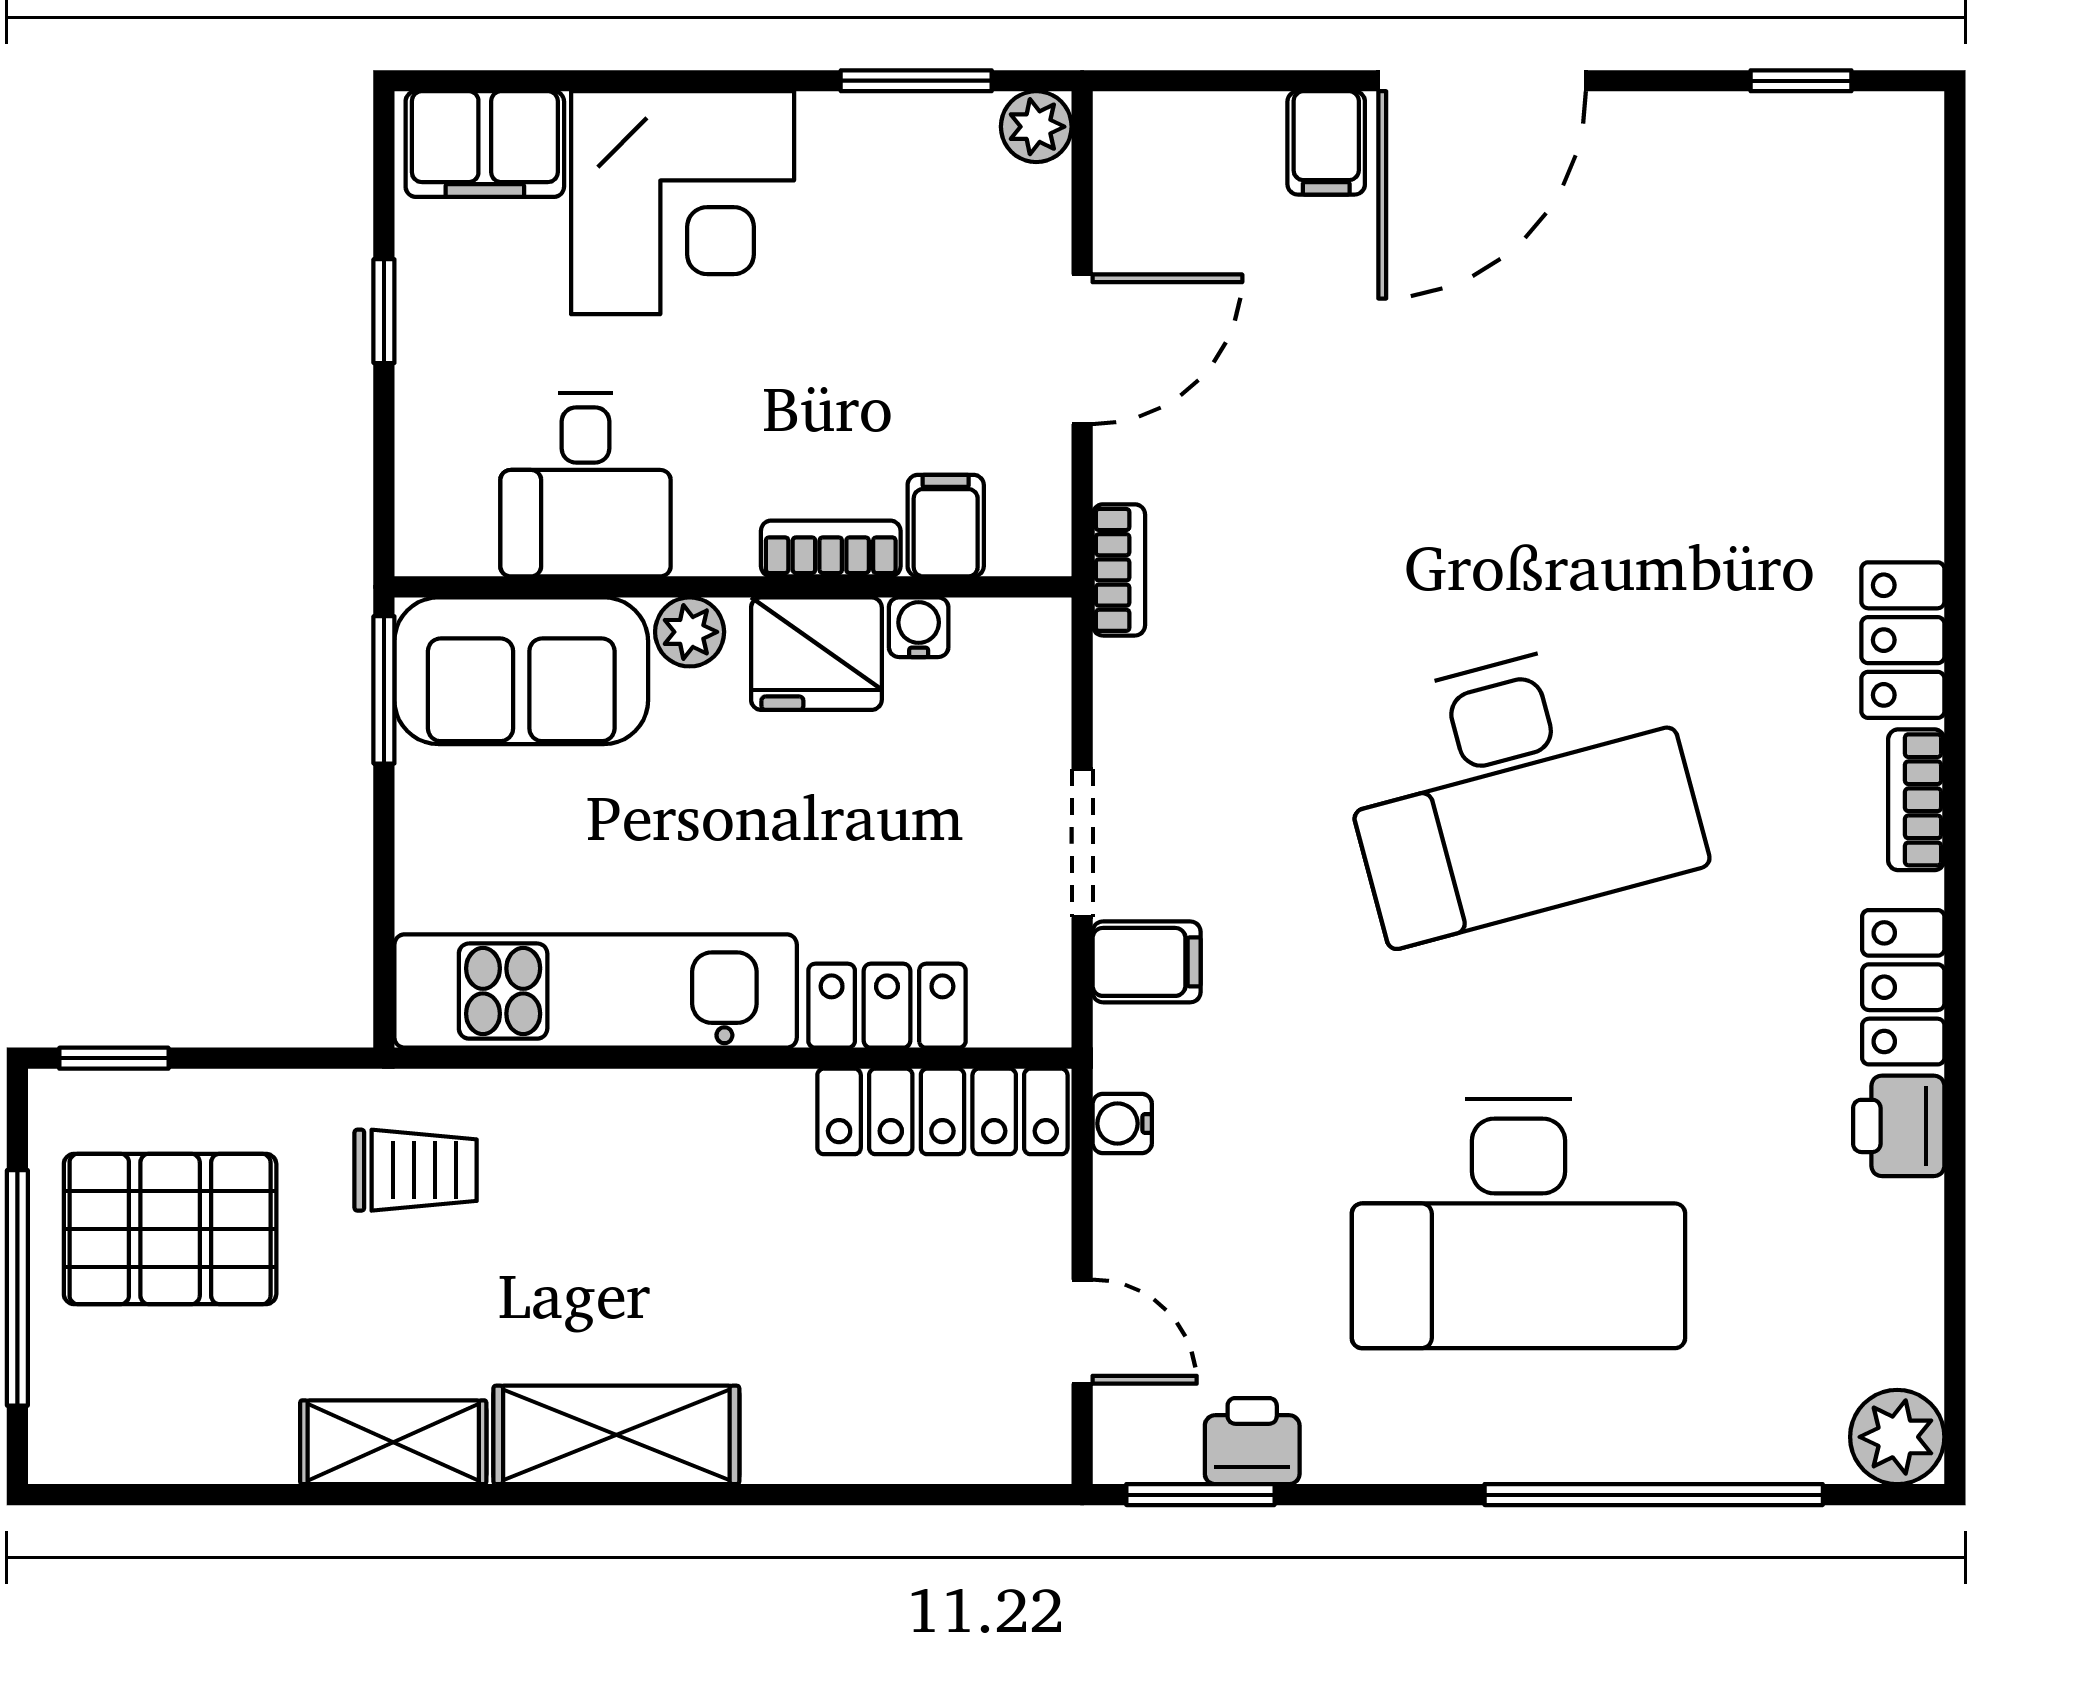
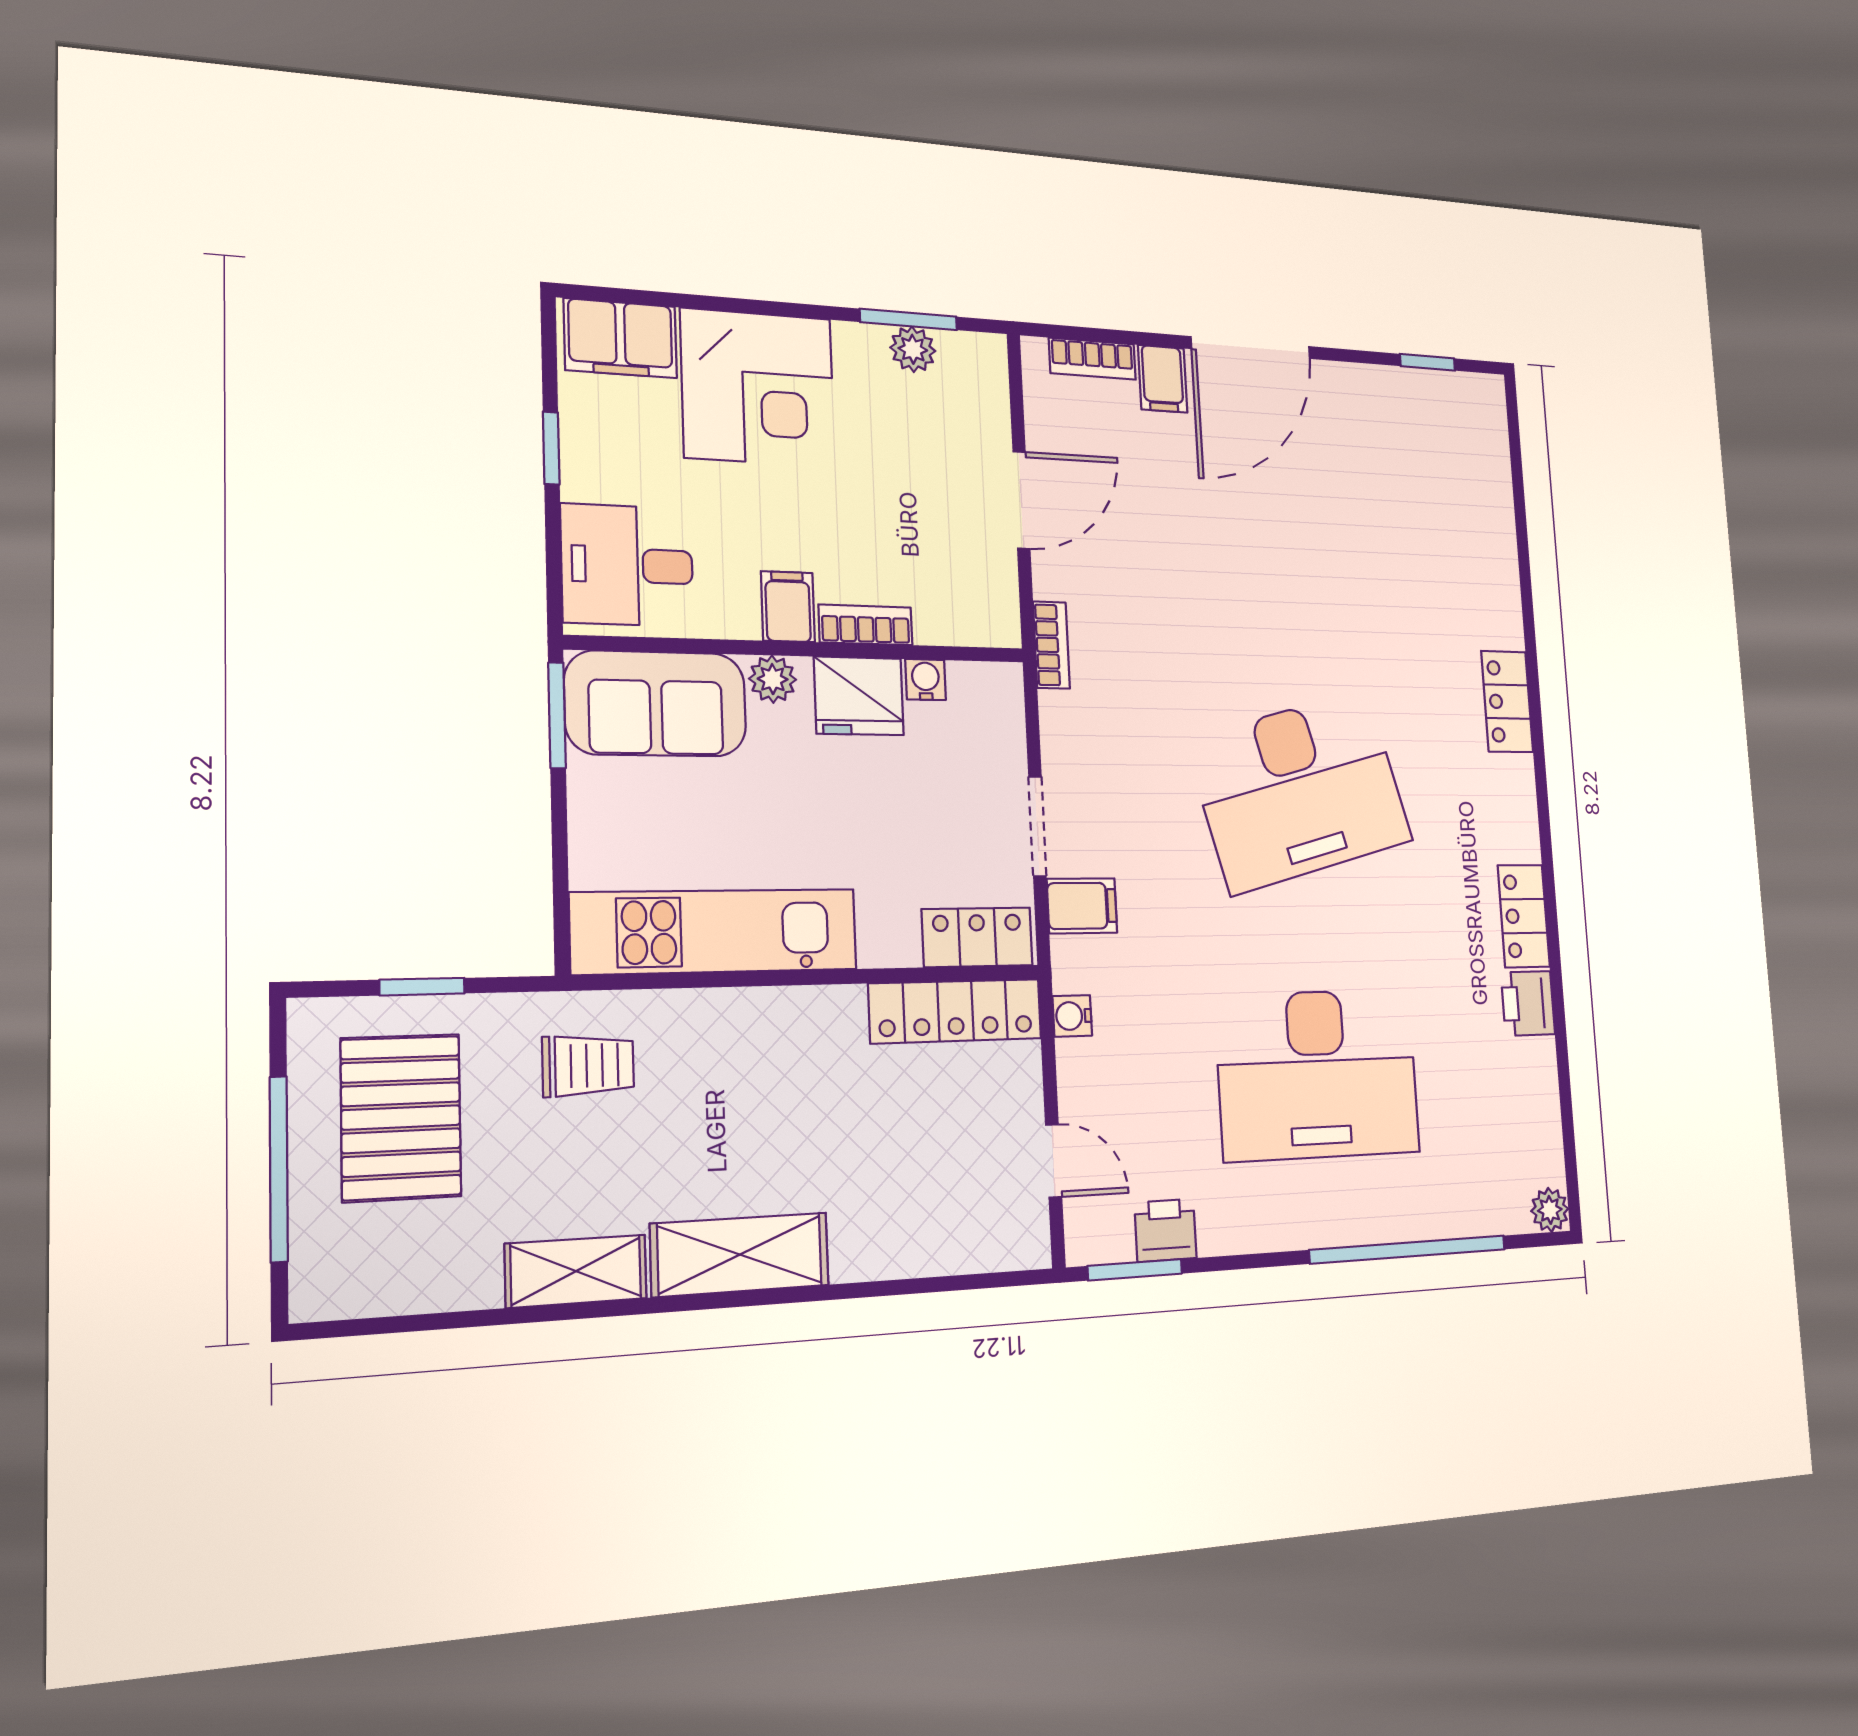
plant: (1036, 127) -> (913, 349), moved
desk: (586, 485) -> (627, 565), moved, turned 90
filing cabinet: (946, 526) -> (788, 607), moved
bookcase: (1916, 800) -> (1092, 359), moved, turned -90
locker: (887, 1006) -> (977, 937), moved
window: (114, 1058) -> (422, 987), moved
pallet: (170, 1229) -> (401, 1117), turned 90
plant: (1897, 1437) -> (1550, 1210), width x0.73, depth x0.73

